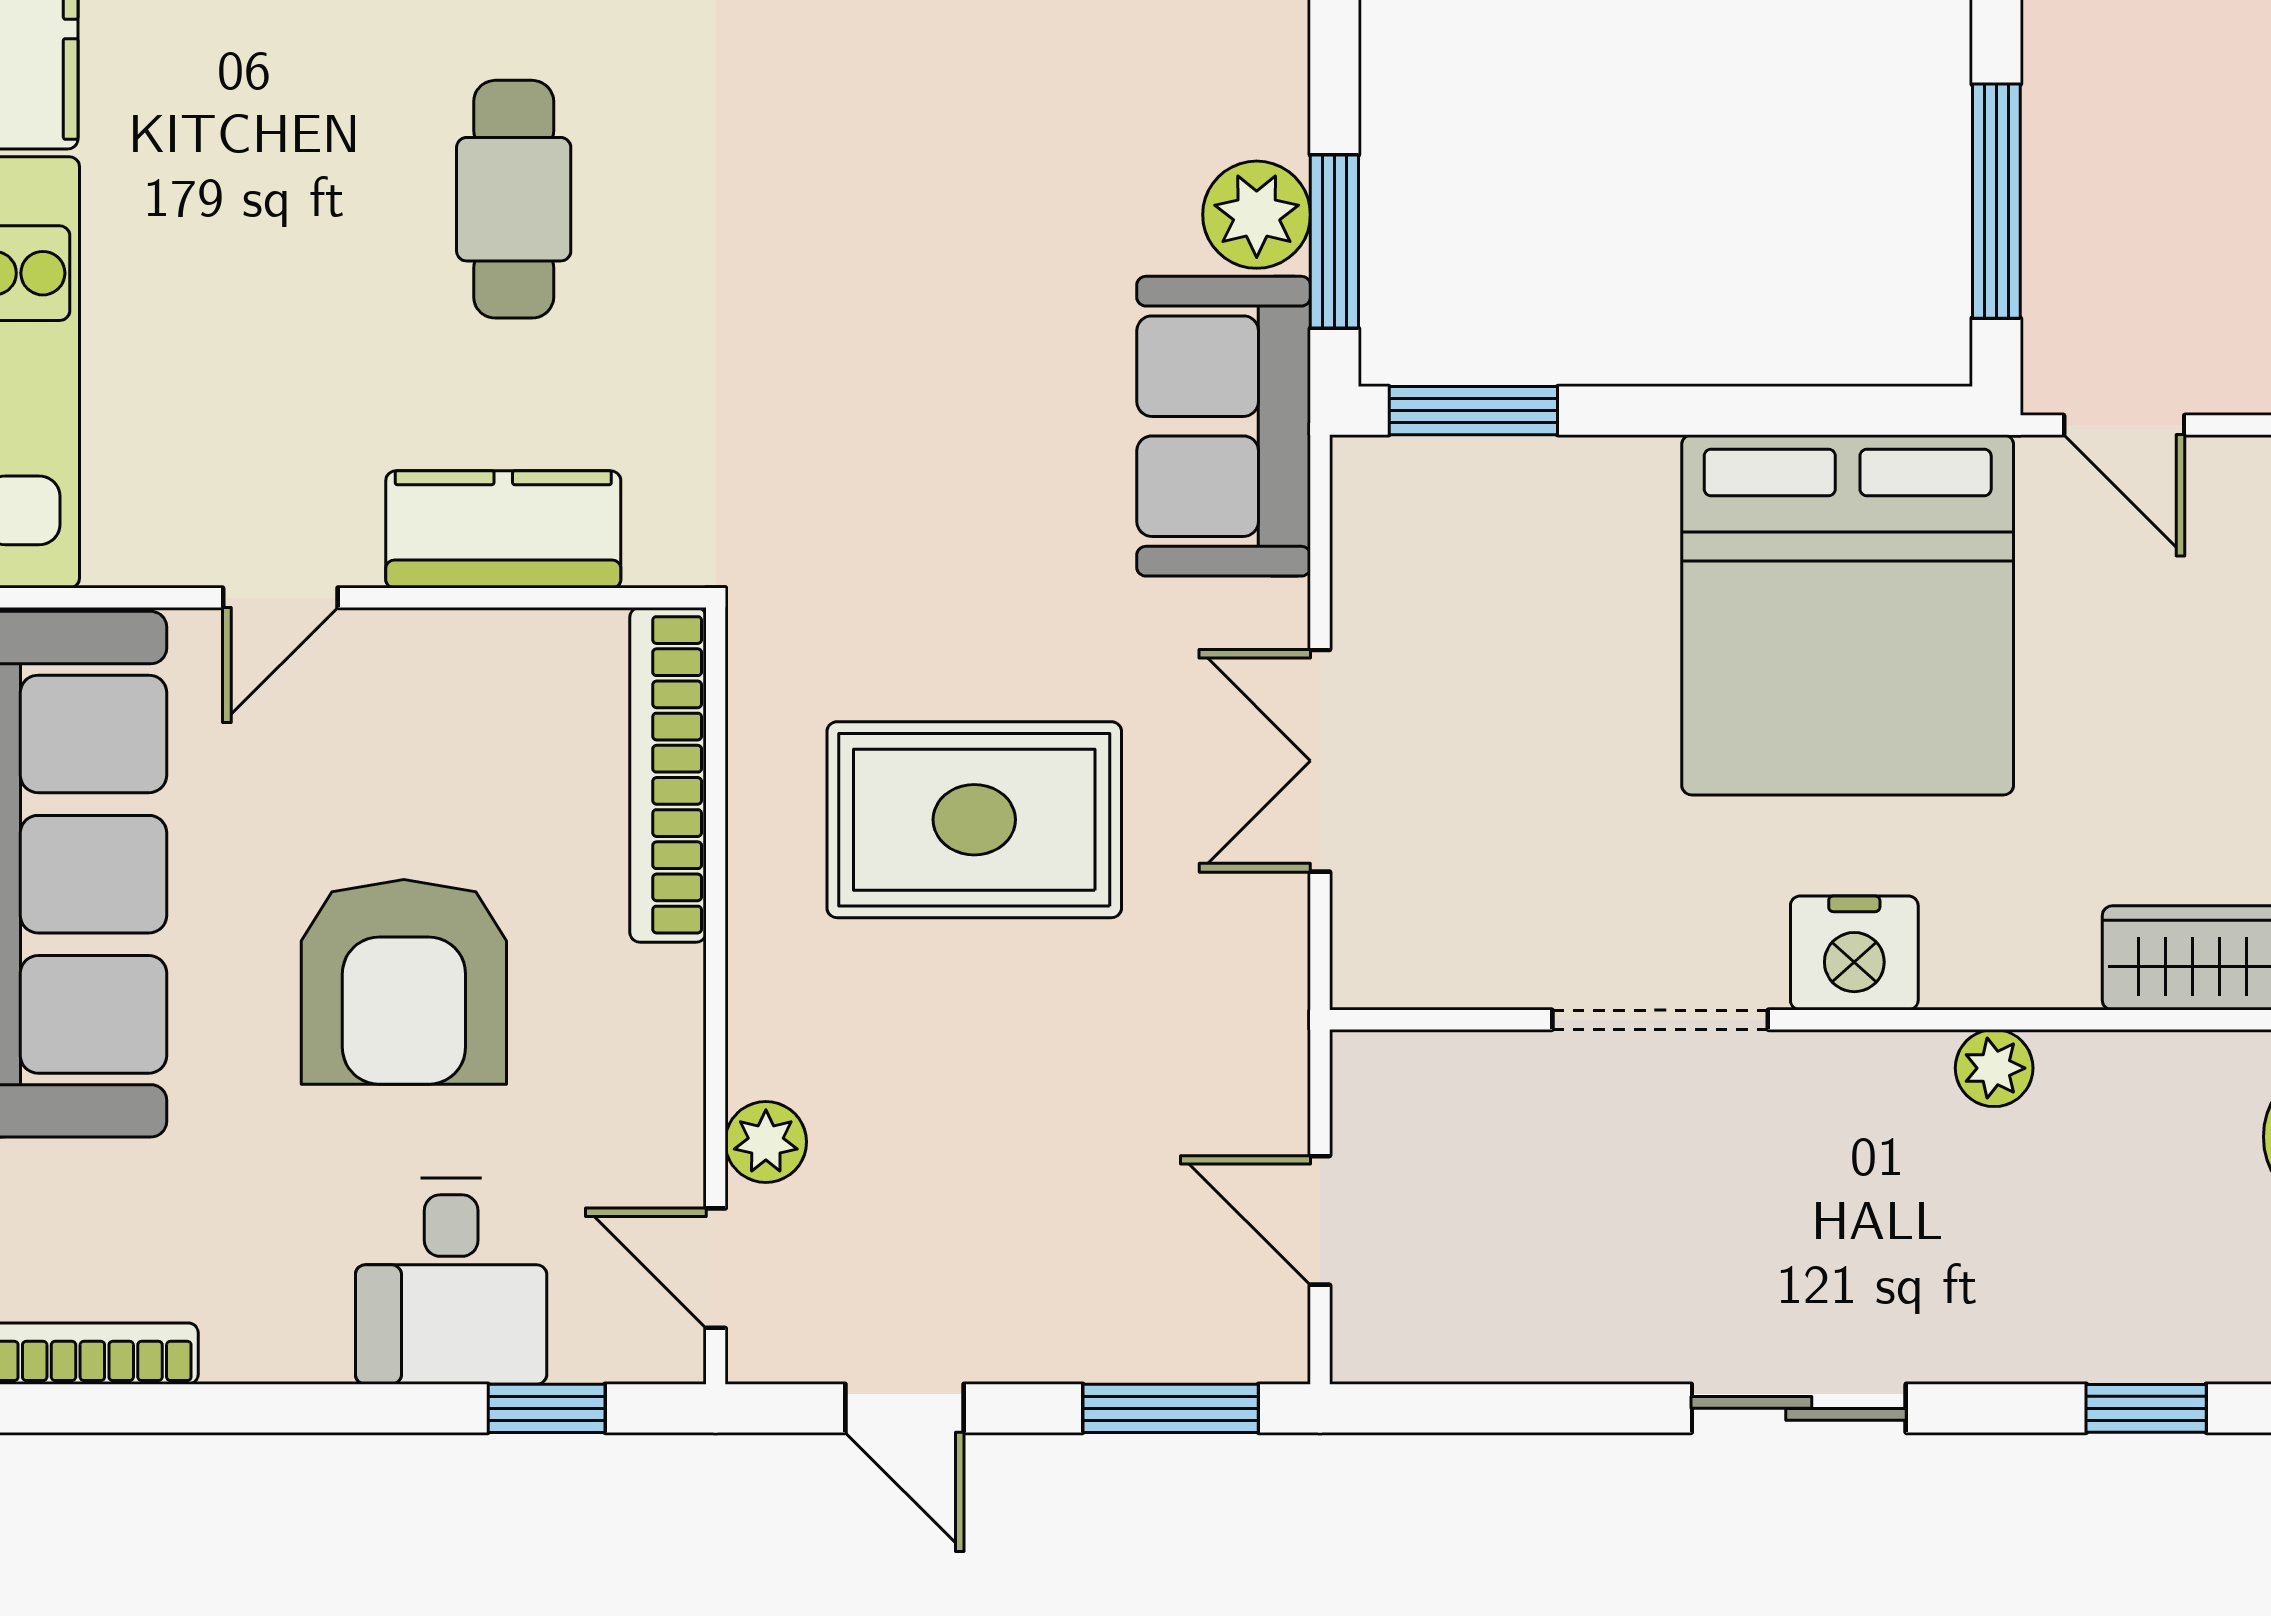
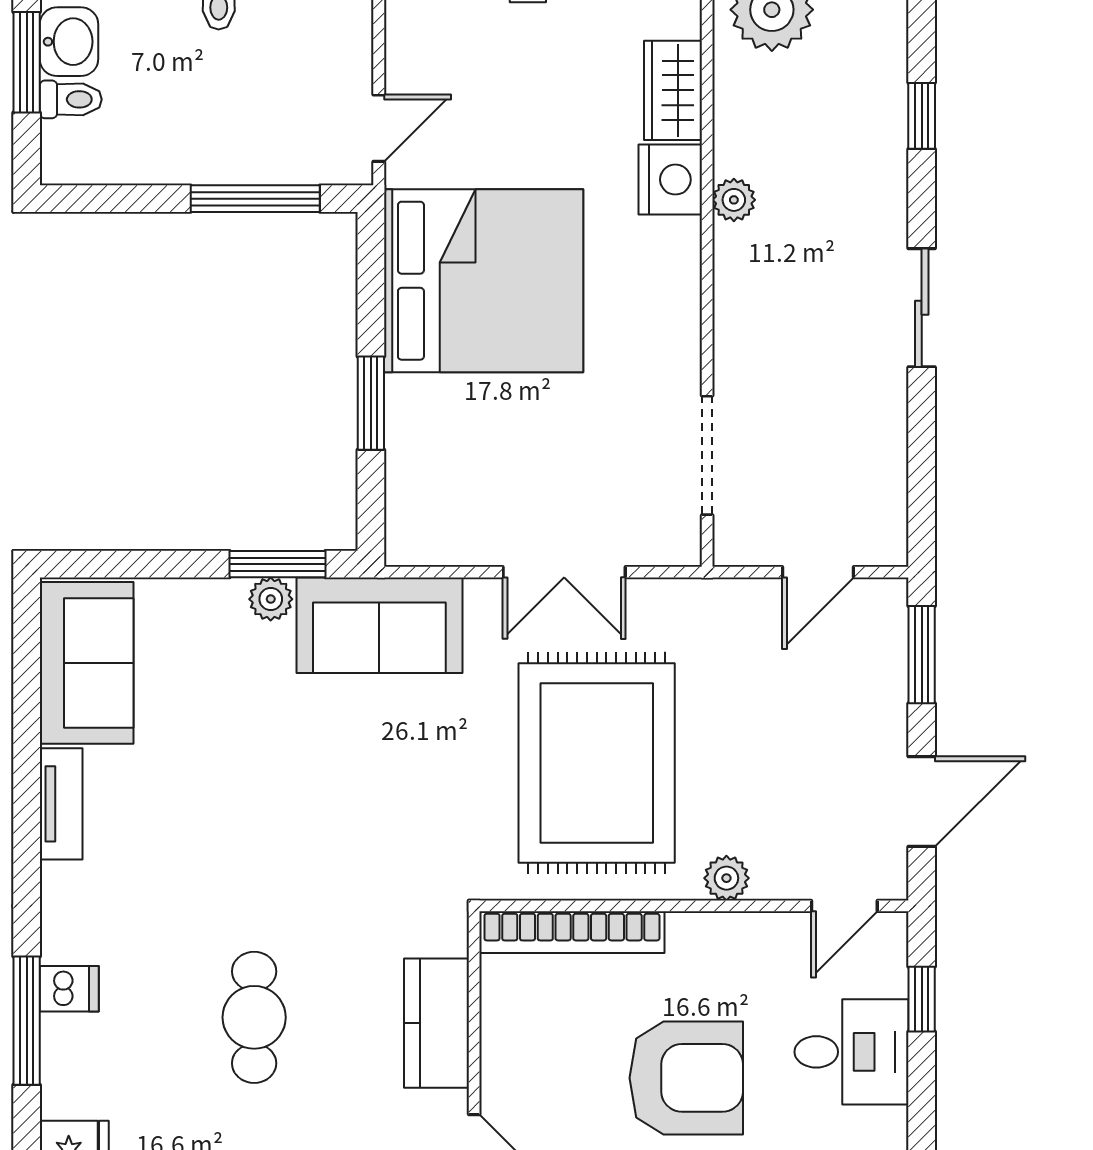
cafe table: (514, 199) -> (254, 1017), turned 90
plant: (1257, 215) -> (271, 599), width x0.73, depth x0.73
window: (1473, 411) -> (371, 403), moved
rug: (974, 820) -> (597, 763), width x1.37, depth x1.44
nightstand: (1854, 953) -> (670, 180), moved
doorway: (1660, 1020) -> (707, 455), moved
plant: (766, 1142) -> (726, 878), moved
door: (904, 1408) -> (922, 802), width x1.38

